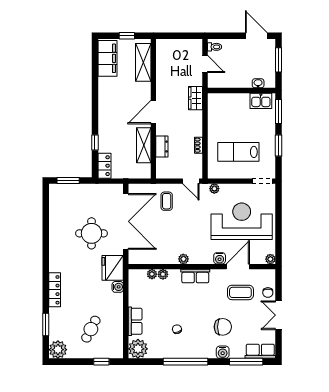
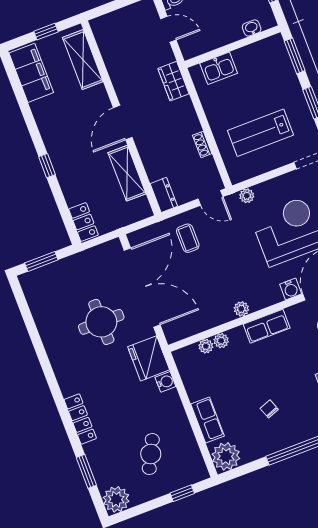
kitchen sink: (261, 101) -> (219, 68), moved
window: (95, 143) -> (47, 166), moved
dresser: (162, 147) -> (164, 195), moved

